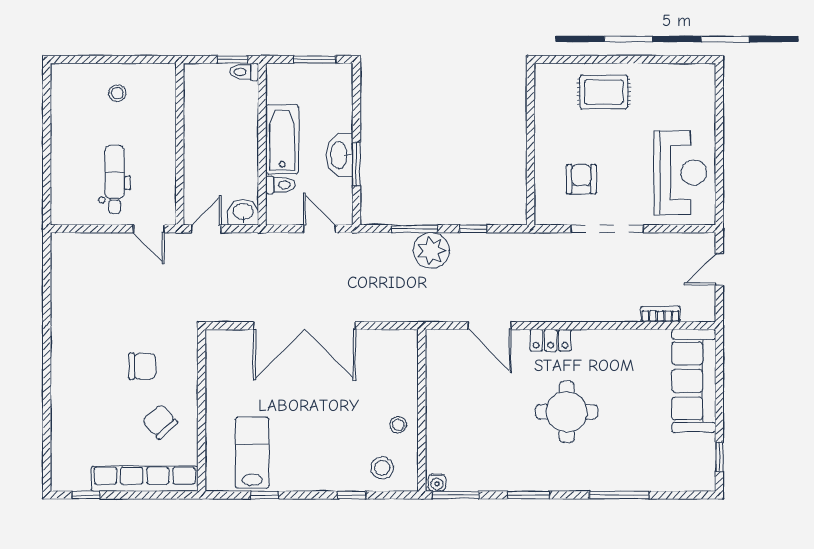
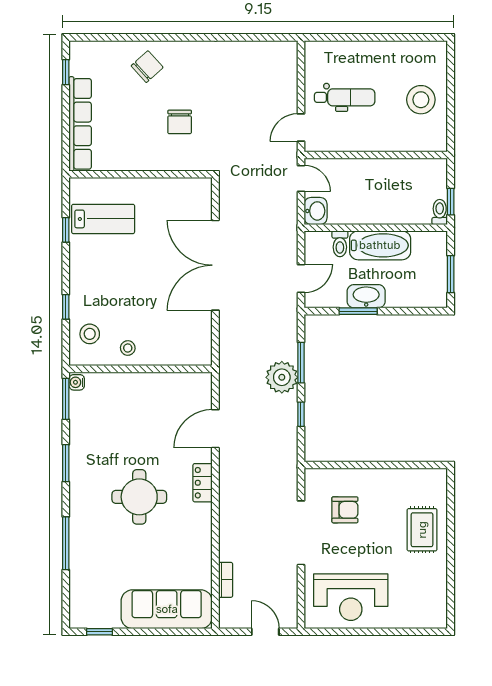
stool: (117, 93) -> (421, 100), width x1.89, depth x1.89
chair: (160, 422) -> (147, 67), moved

